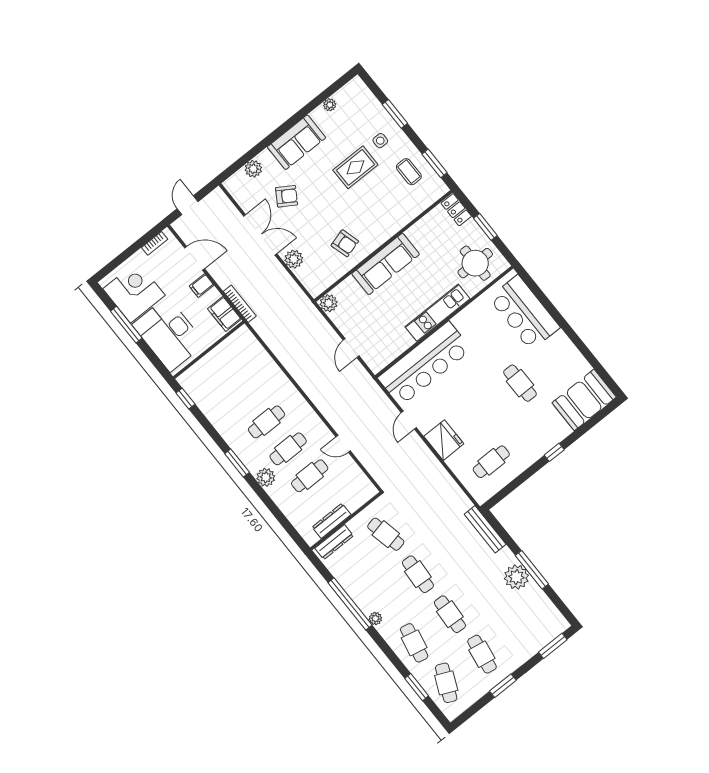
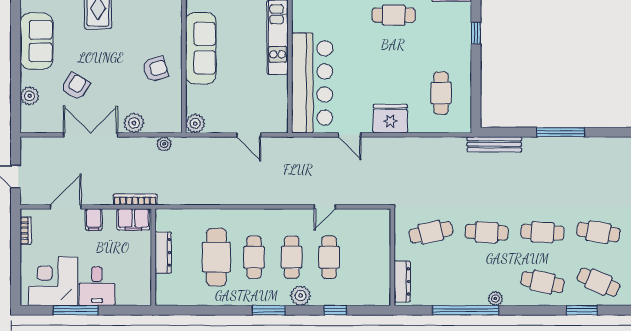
desk: (169, 334) -> (97, 286), width x0.53, depth x0.77
cafe table: (245, 395) -> (216, 257), added
window: (185, 399) -> (335, 310), moved
dresser: (331, 521) -> (163, 253), moved, turned 180
plant: (516, 577) -> (164, 144), moved, width x0.53, depth x0.53

